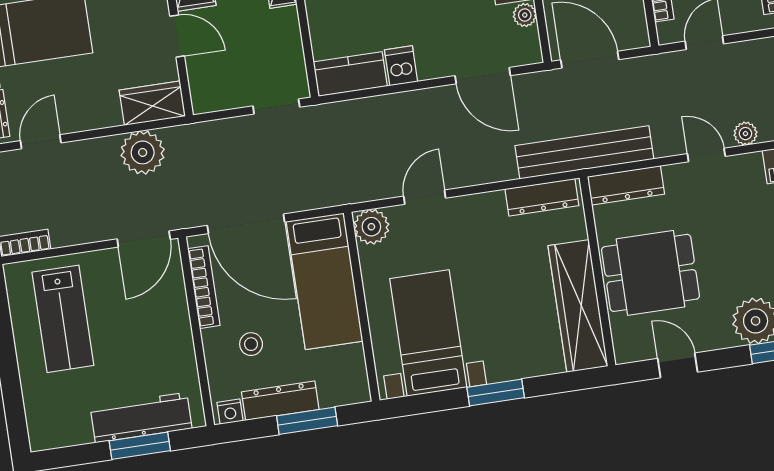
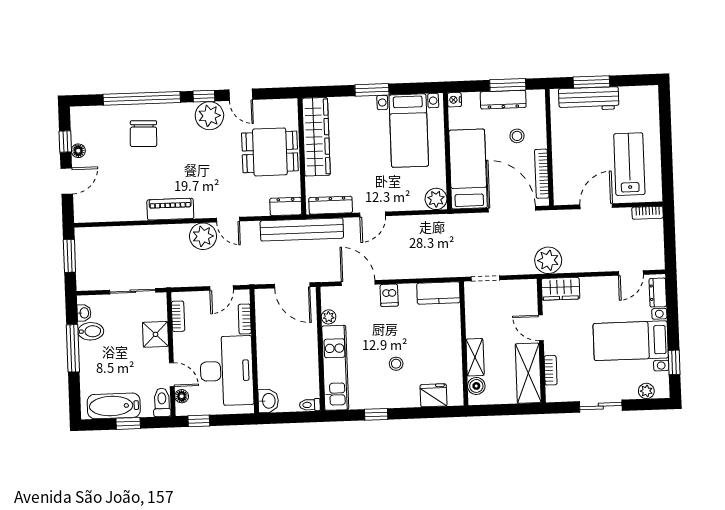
dishwasher: (401, 66) -> (389, 295), moved
plant: (745, 134) -> (203, 236), width x1.87, depth x1.87
plant: (143, 152) -> (548, 260), moved
dresser: (626, 185) -> (286, 206), width x0.70
door: (425, 197) -> (373, 214), moved
door: (144, 239) -> (596, 206), moved
door: (678, 365) -> (241, 95), moved
nightstand: (230, 412) -> (454, 100), moved, turned -90
window: (307, 421) -> (508, 85), moved

